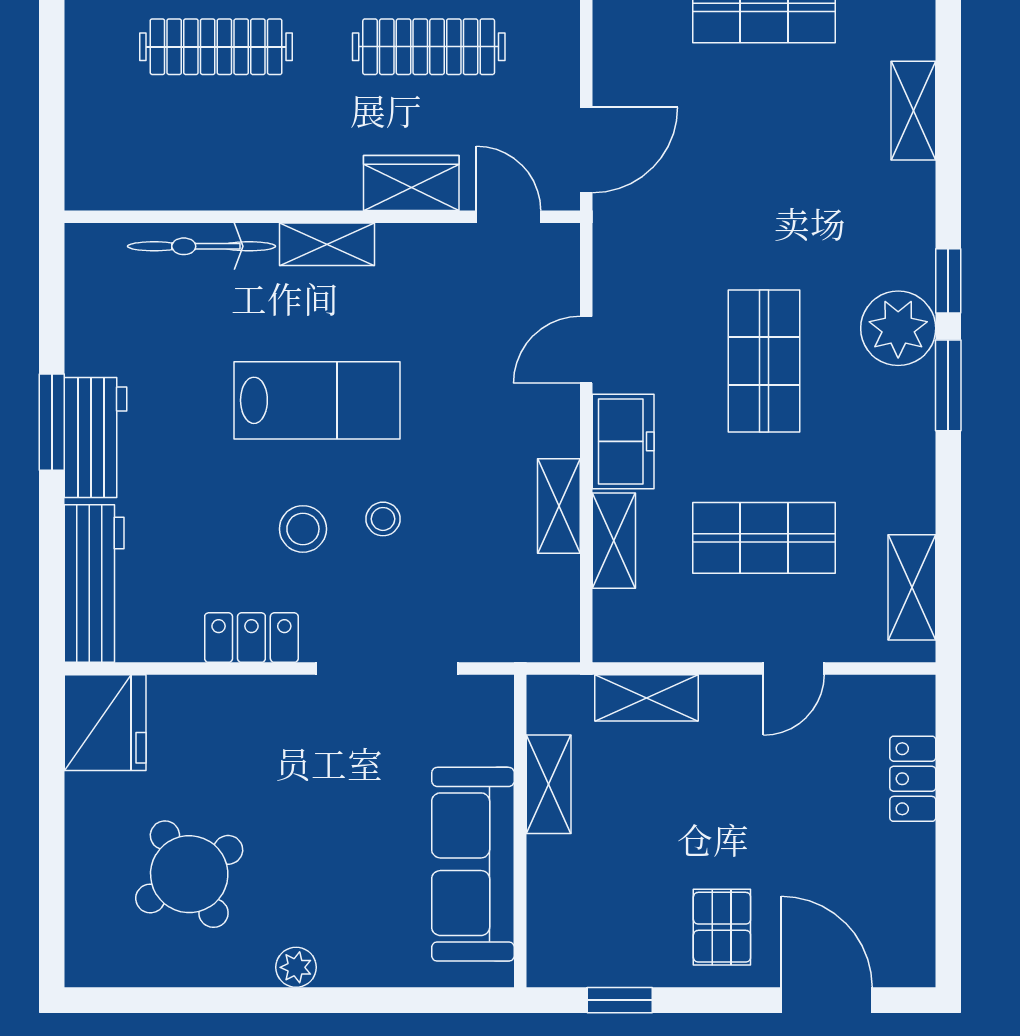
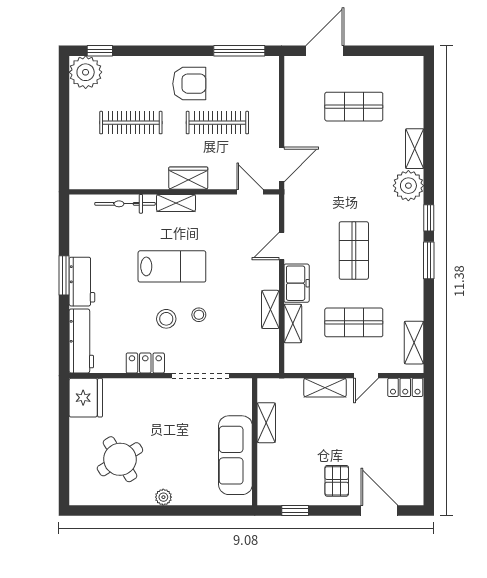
wardrobe: (411, 183) -> (188, 178), moved
plant: (898, 328) -> (408, 186), moved
shelving: (647, 698) -> (325, 388), moved
locker: (913, 779) -> (405, 387), moved, turned -90

